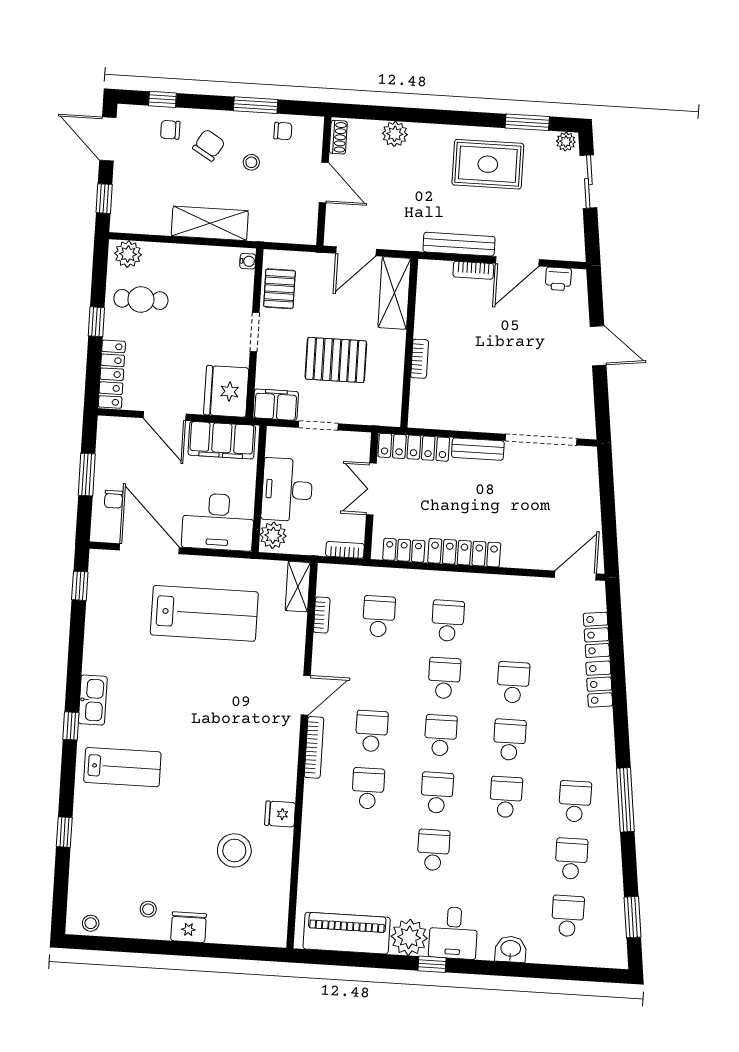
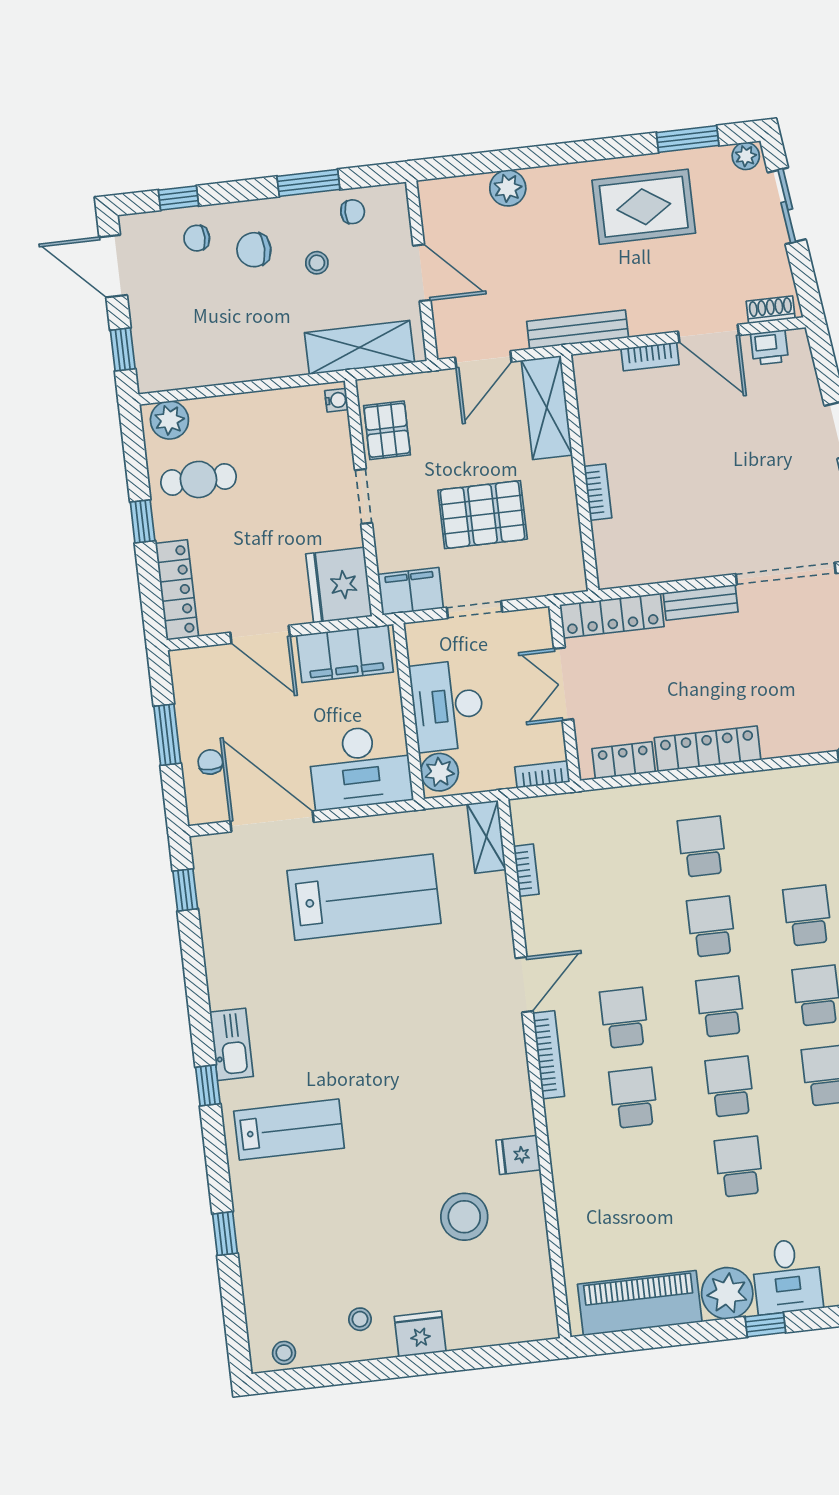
shoe rack: (338, 137) -> (771, 310), moved, turned -90
chair: (209, 145) -> (254, 250), turned -121
shelving: (210, 223) -> (359, 347), moved
bench: (459, 244) -> (578, 330), moved
door: (517, 261) -> (709, 333), hinge flipped
chair: (114, 499) -> (210, 762), turned 180
school desk: (379, 616) -> (606, 858), removed

